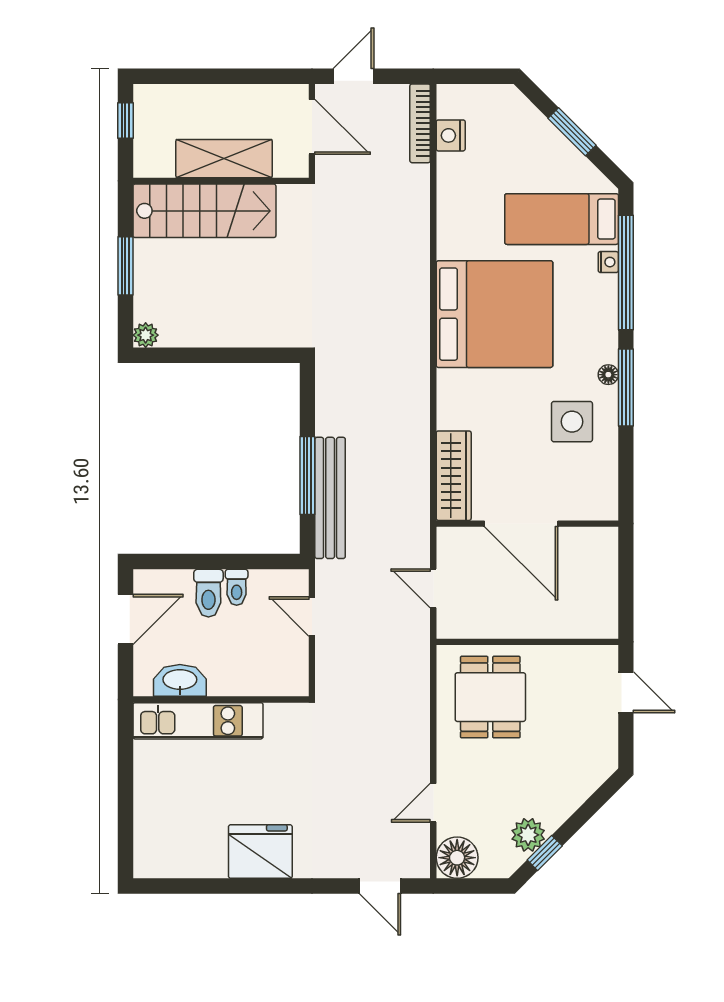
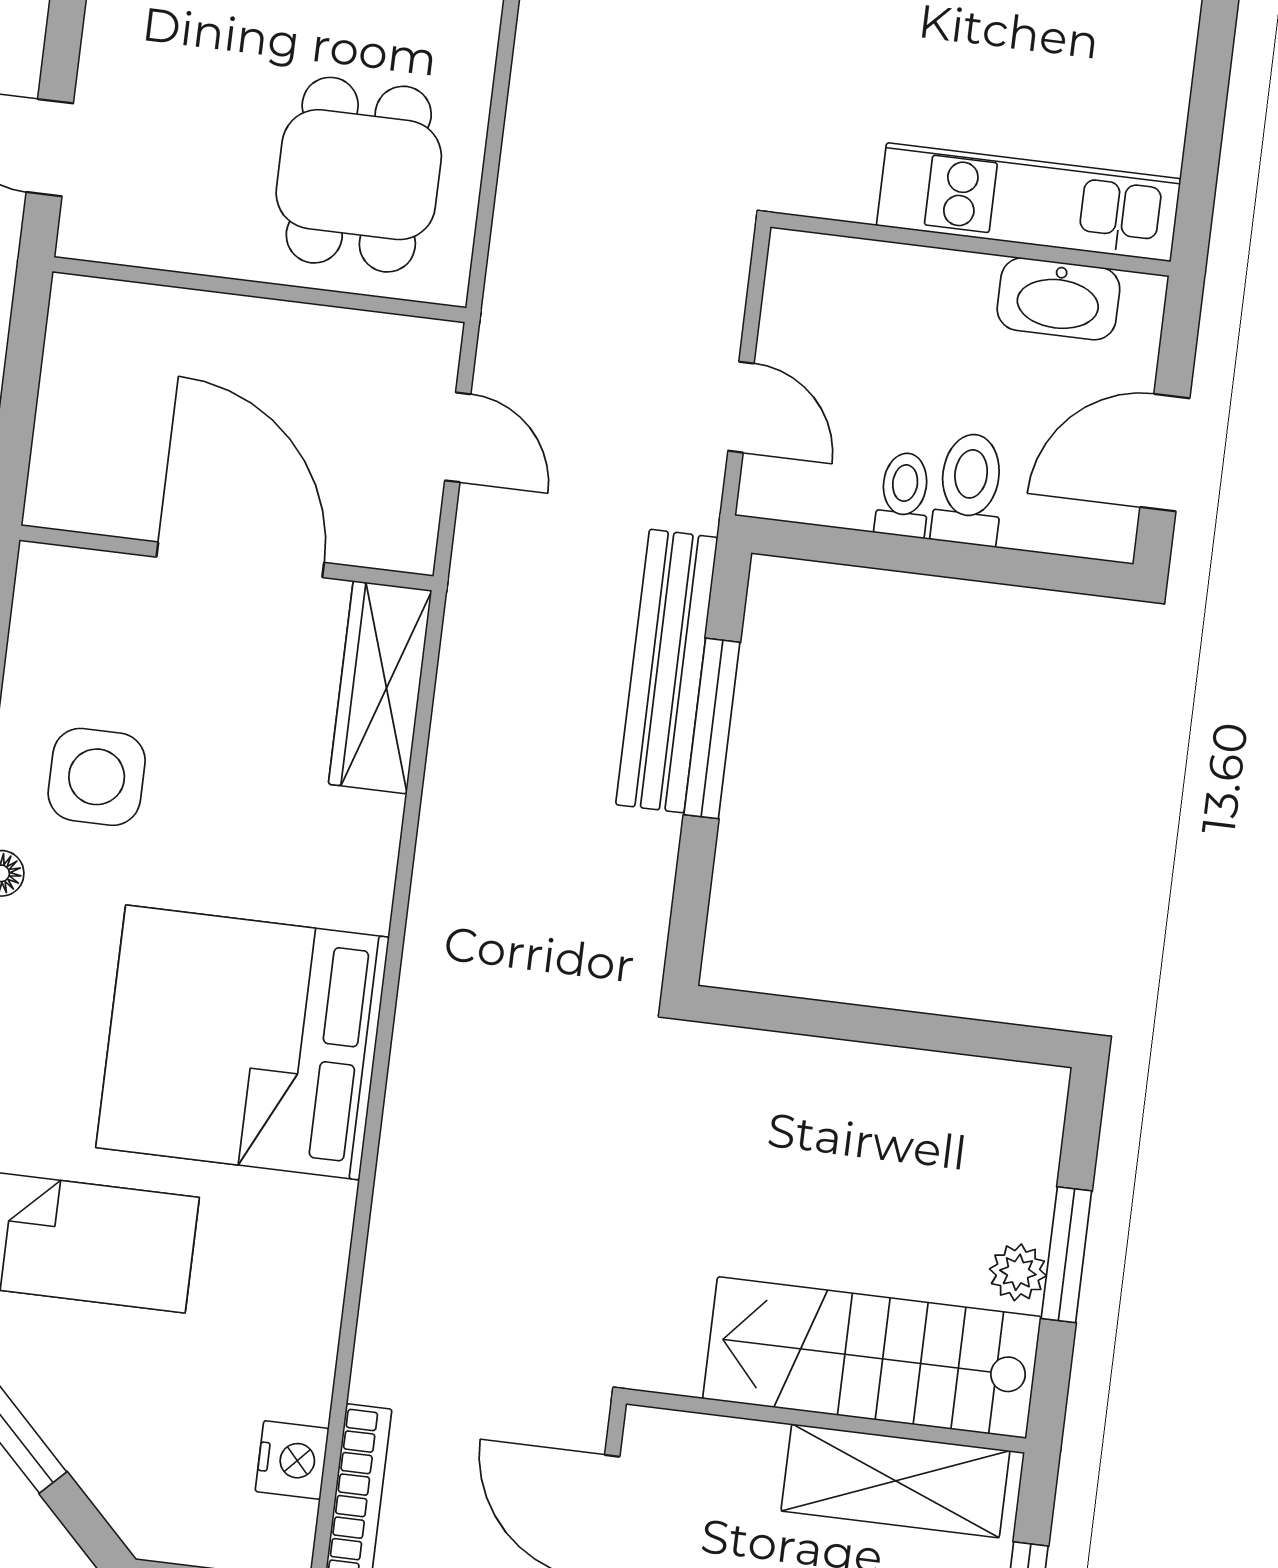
shelving: (224, 159) -> (895, 1481), moved
plant: (146, 335) -> (1018, 1272), moved

